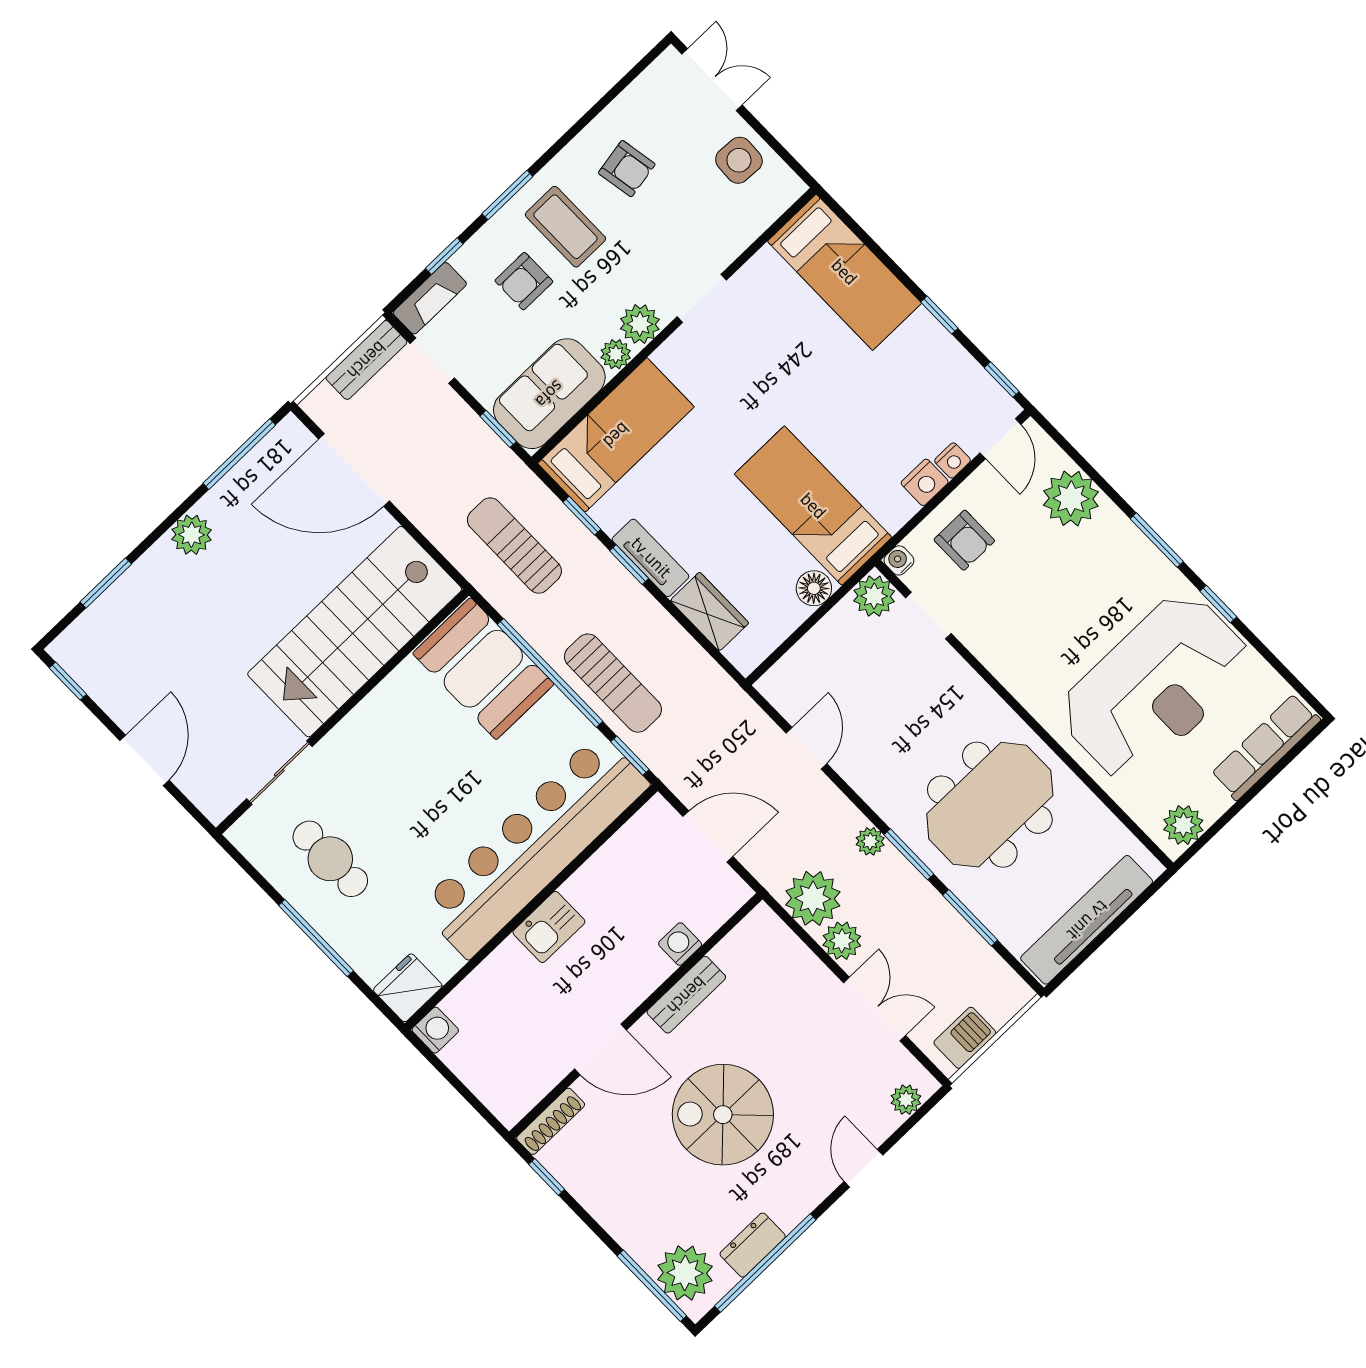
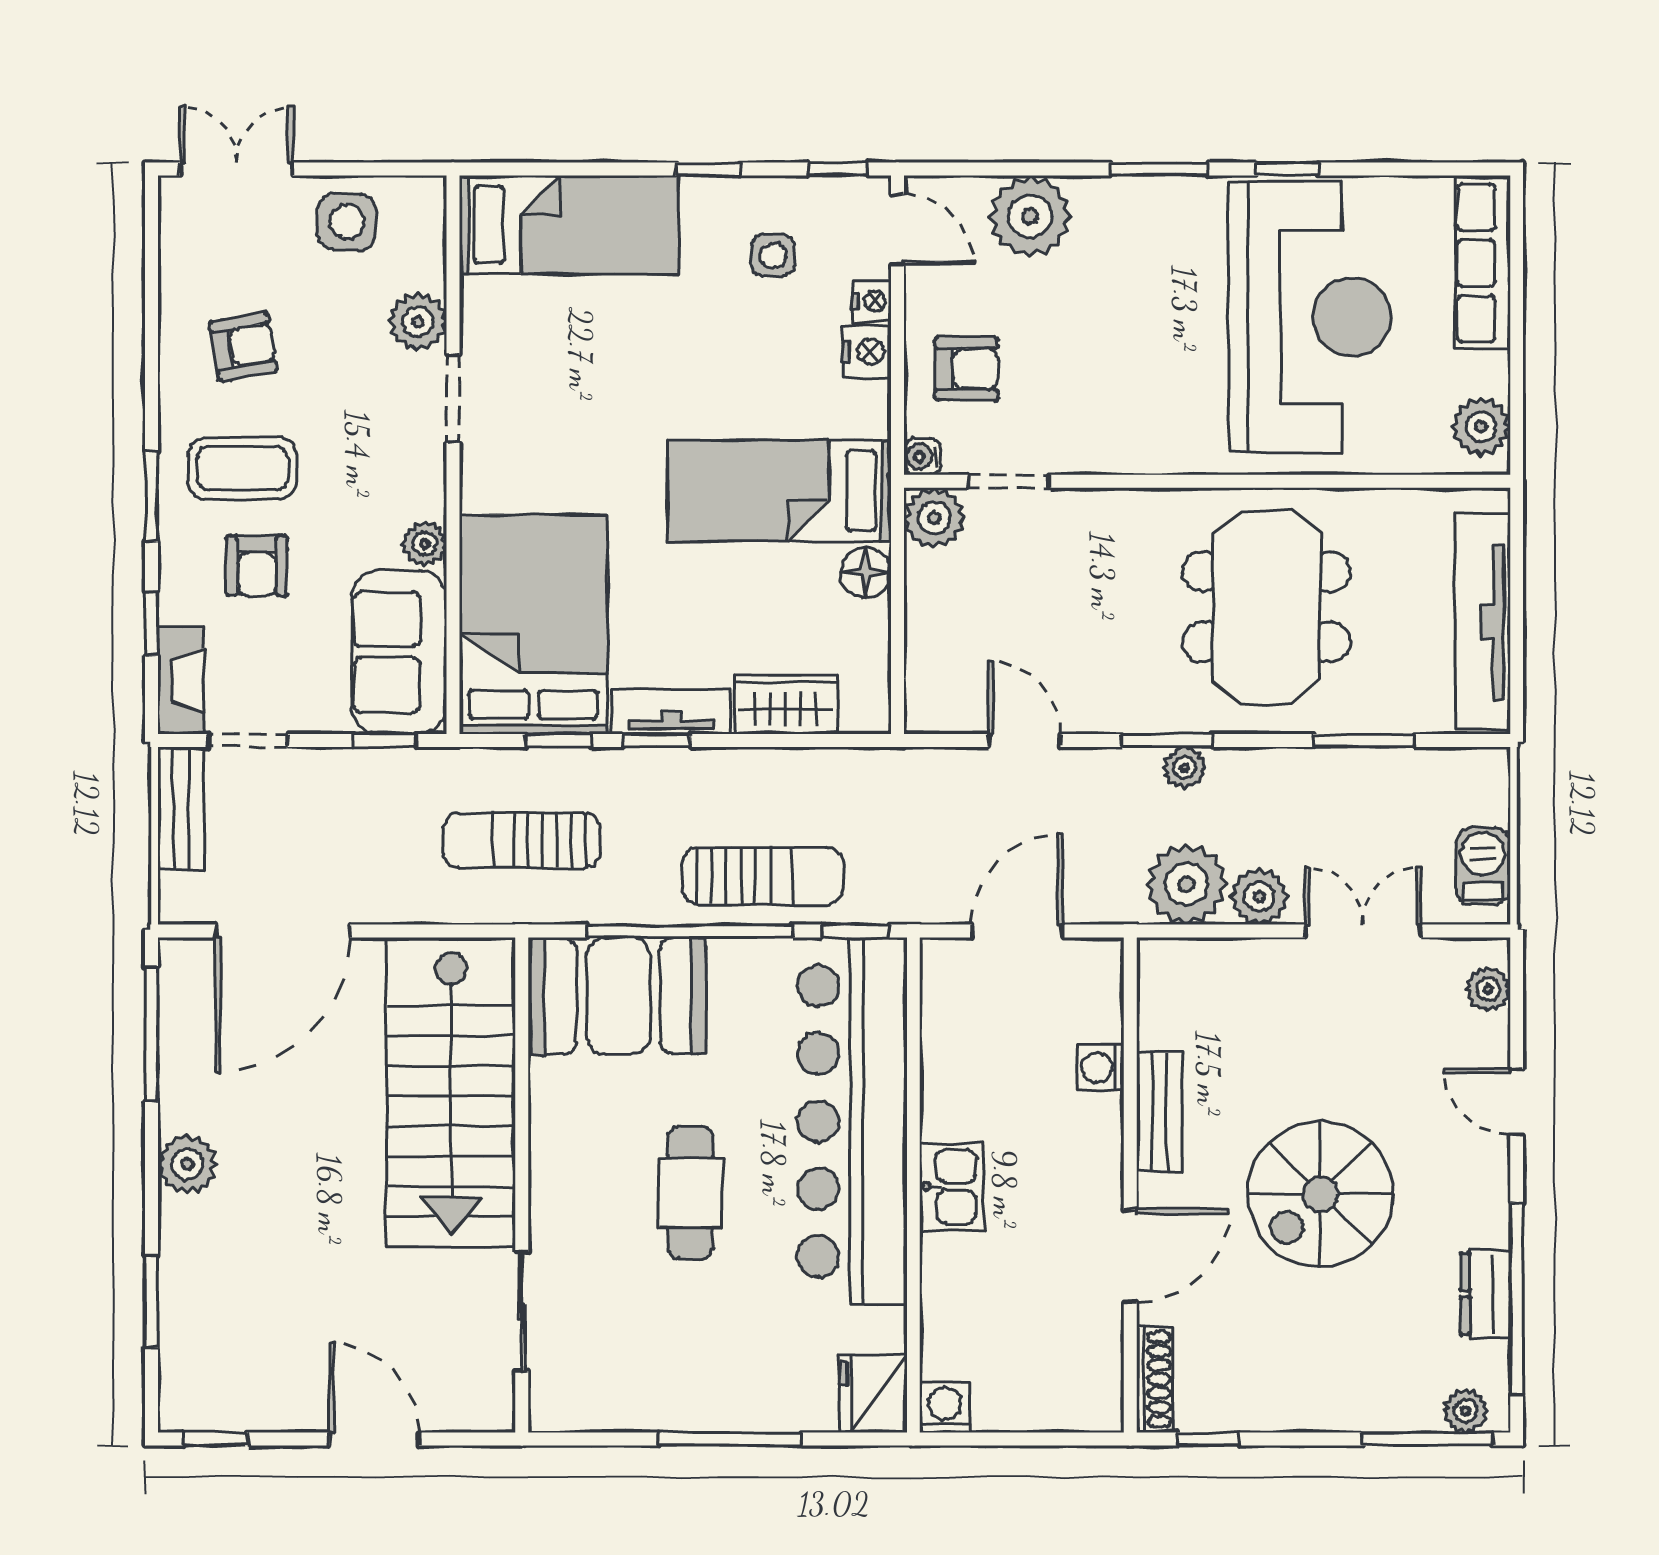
plant: (640, 324) -> (418, 322), moved
side table: (928, 389) -> (773, 255), added
bed: (616, 435) -> (533, 624), width x1.50
window: (909, 854) -> (1167, 741), moved
cafe table: (330, 859) -> (691, 1193), moved, turned 90
plant: (685, 1273) -> (1466, 1411), width x0.53, depth x0.53

